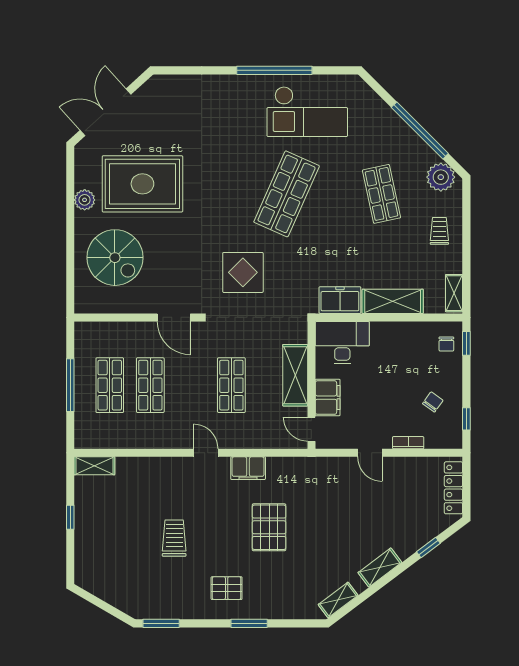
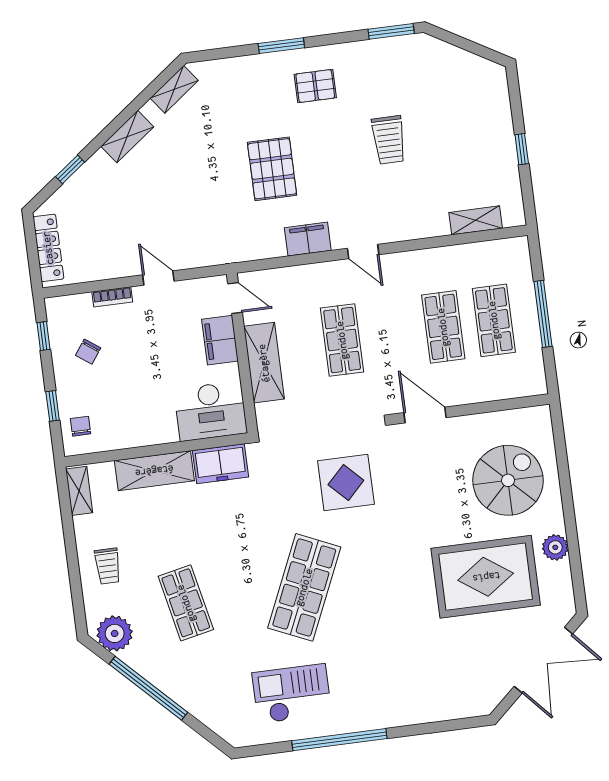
checkout: (307, 111) -> (292, 694), width x0.73, depth x0.83
spiral stairs: (115, 258) -> (508, 480), turned 90
window: (466, 343) -> (53, 406), moved
shelving: (94, 466) -> (476, 220), moved

